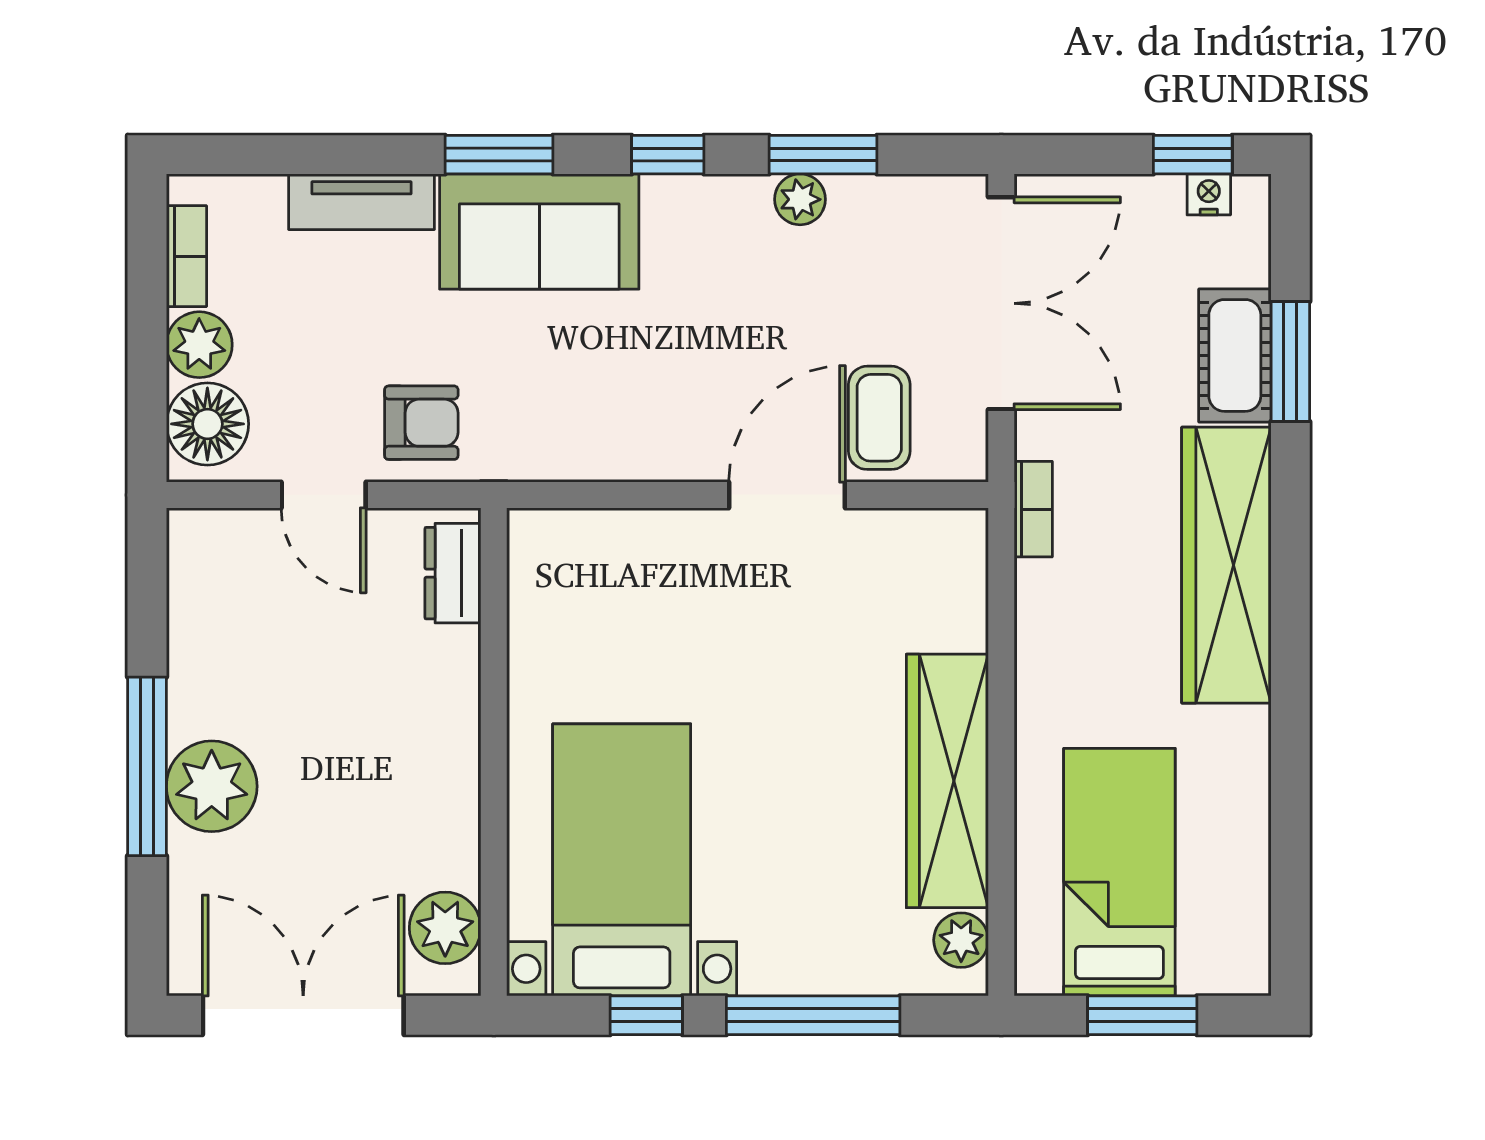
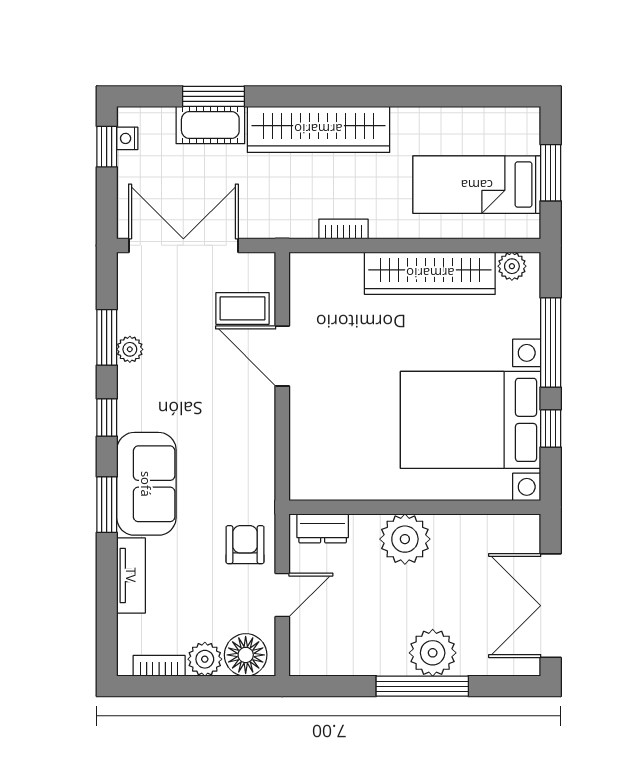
bookcase: (1033, 509) -> (343, 229), moved
bed with nightstands: (622, 860) -> (471, 420), width x1.36
plant: (445, 928) -> (405, 539), moved, width x1.36, depth x1.36

